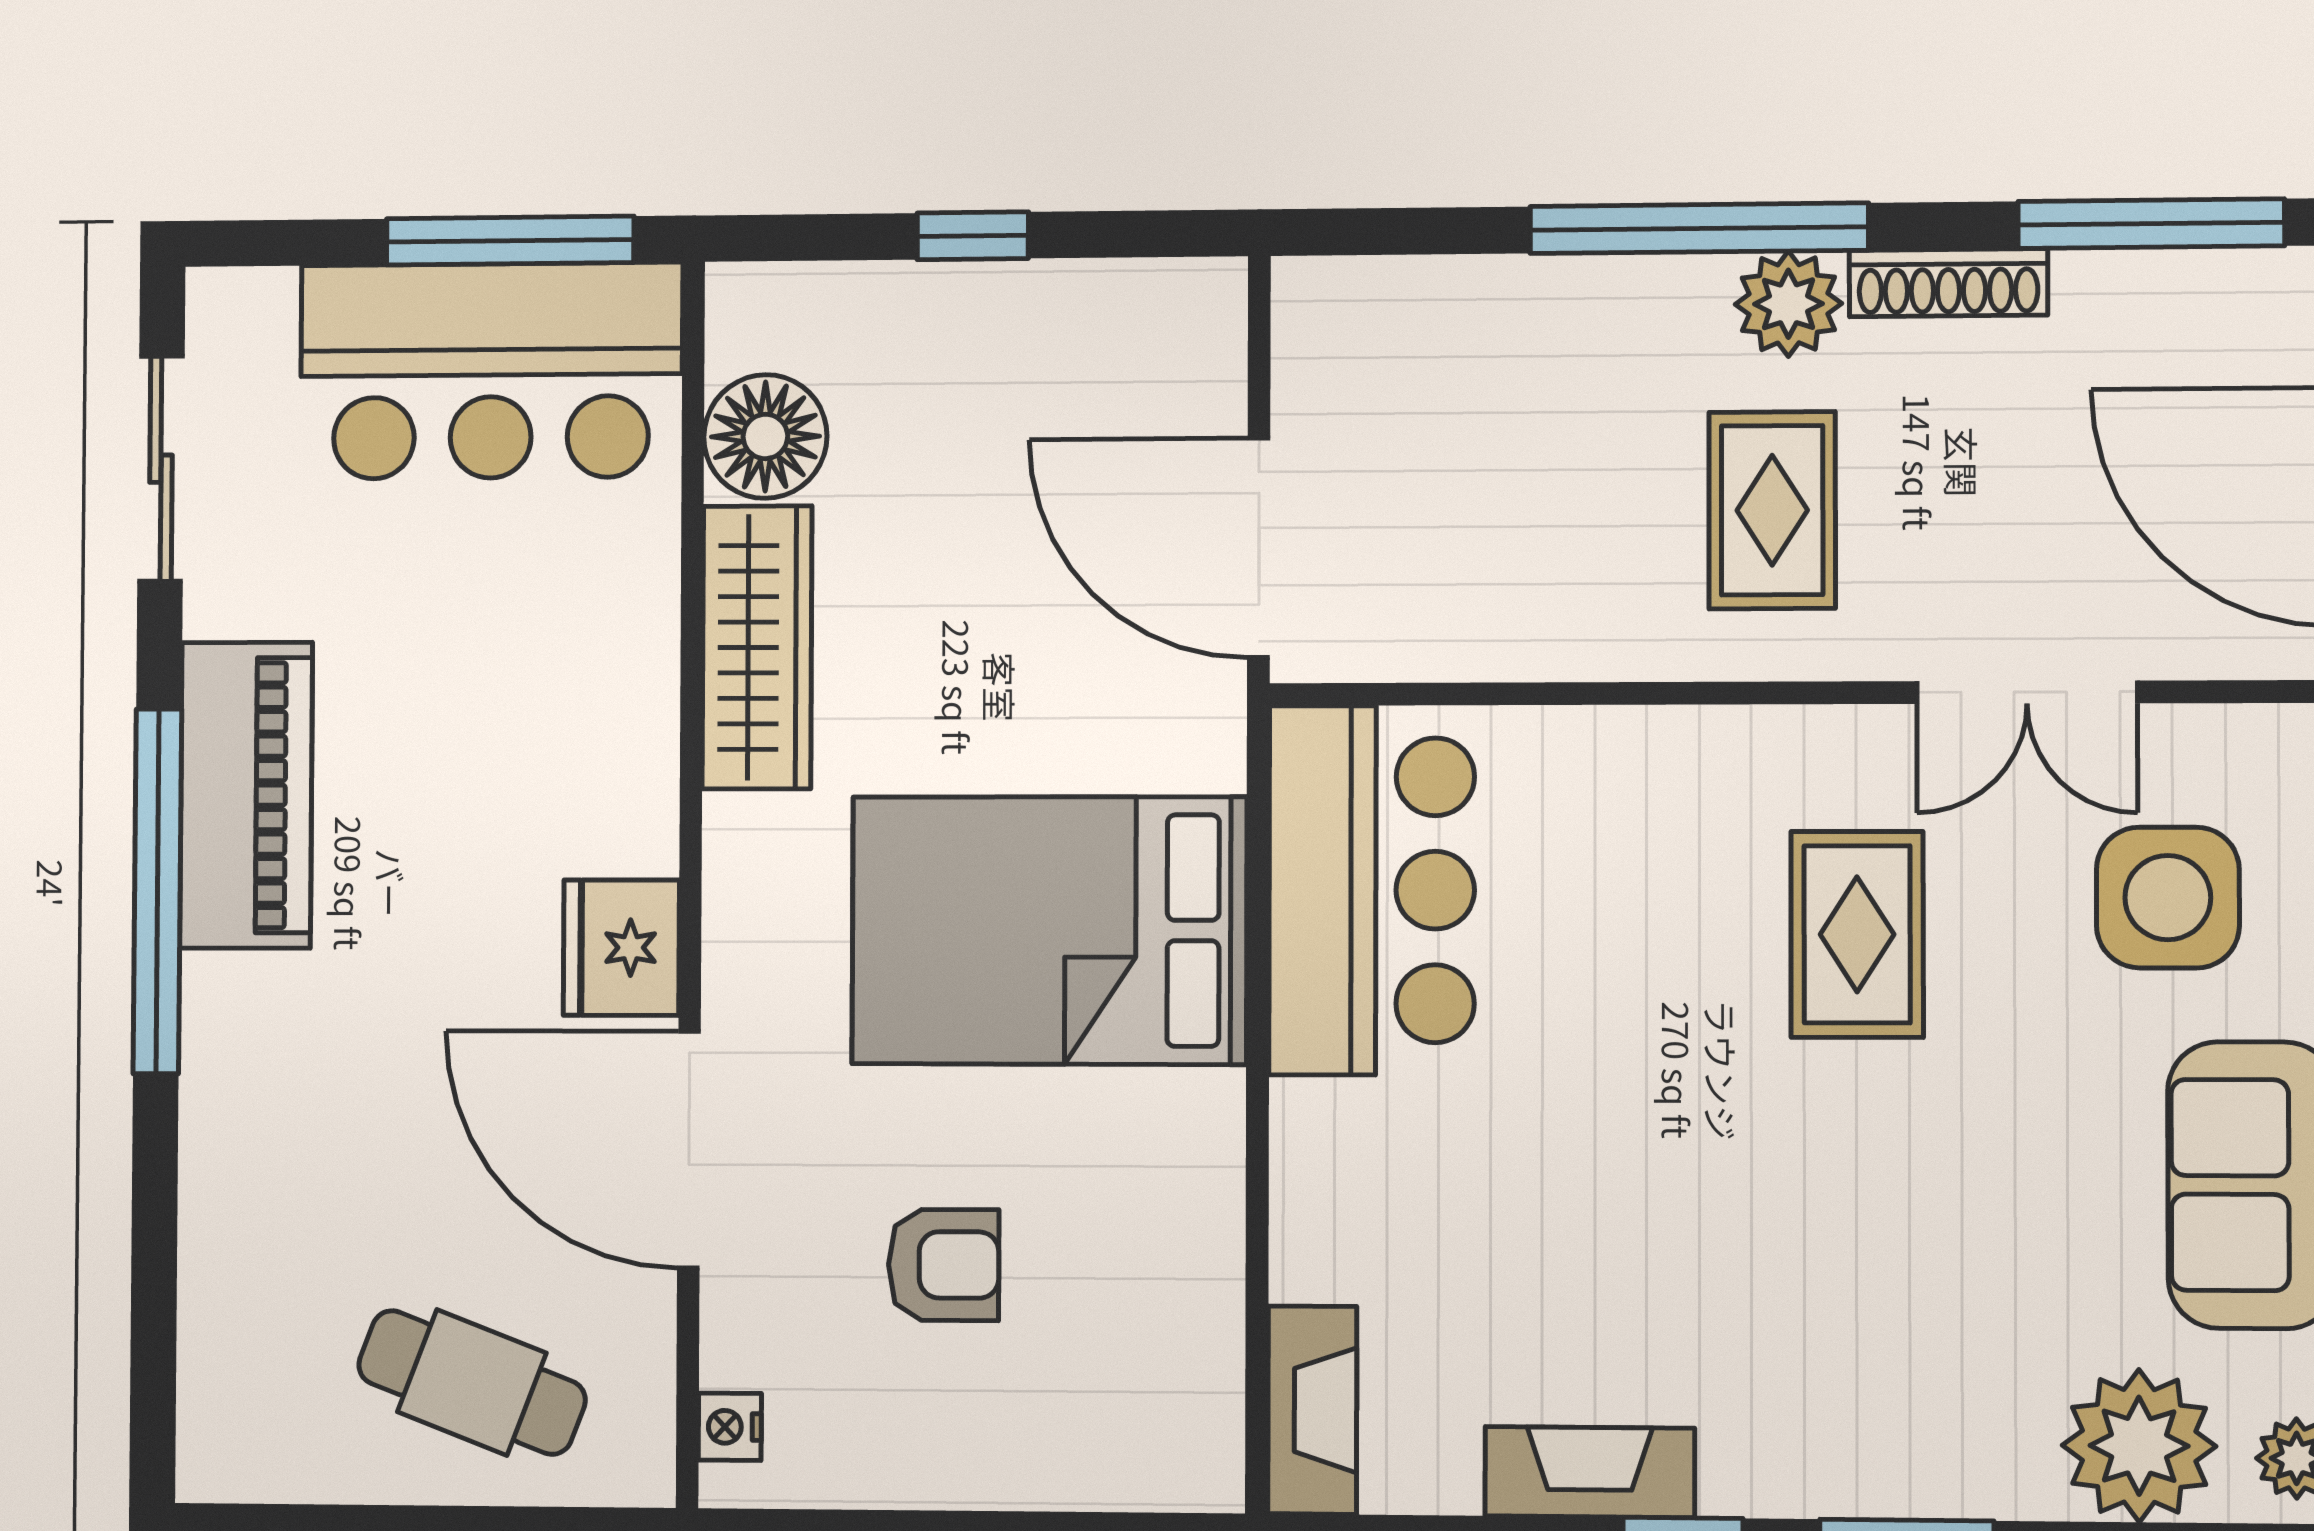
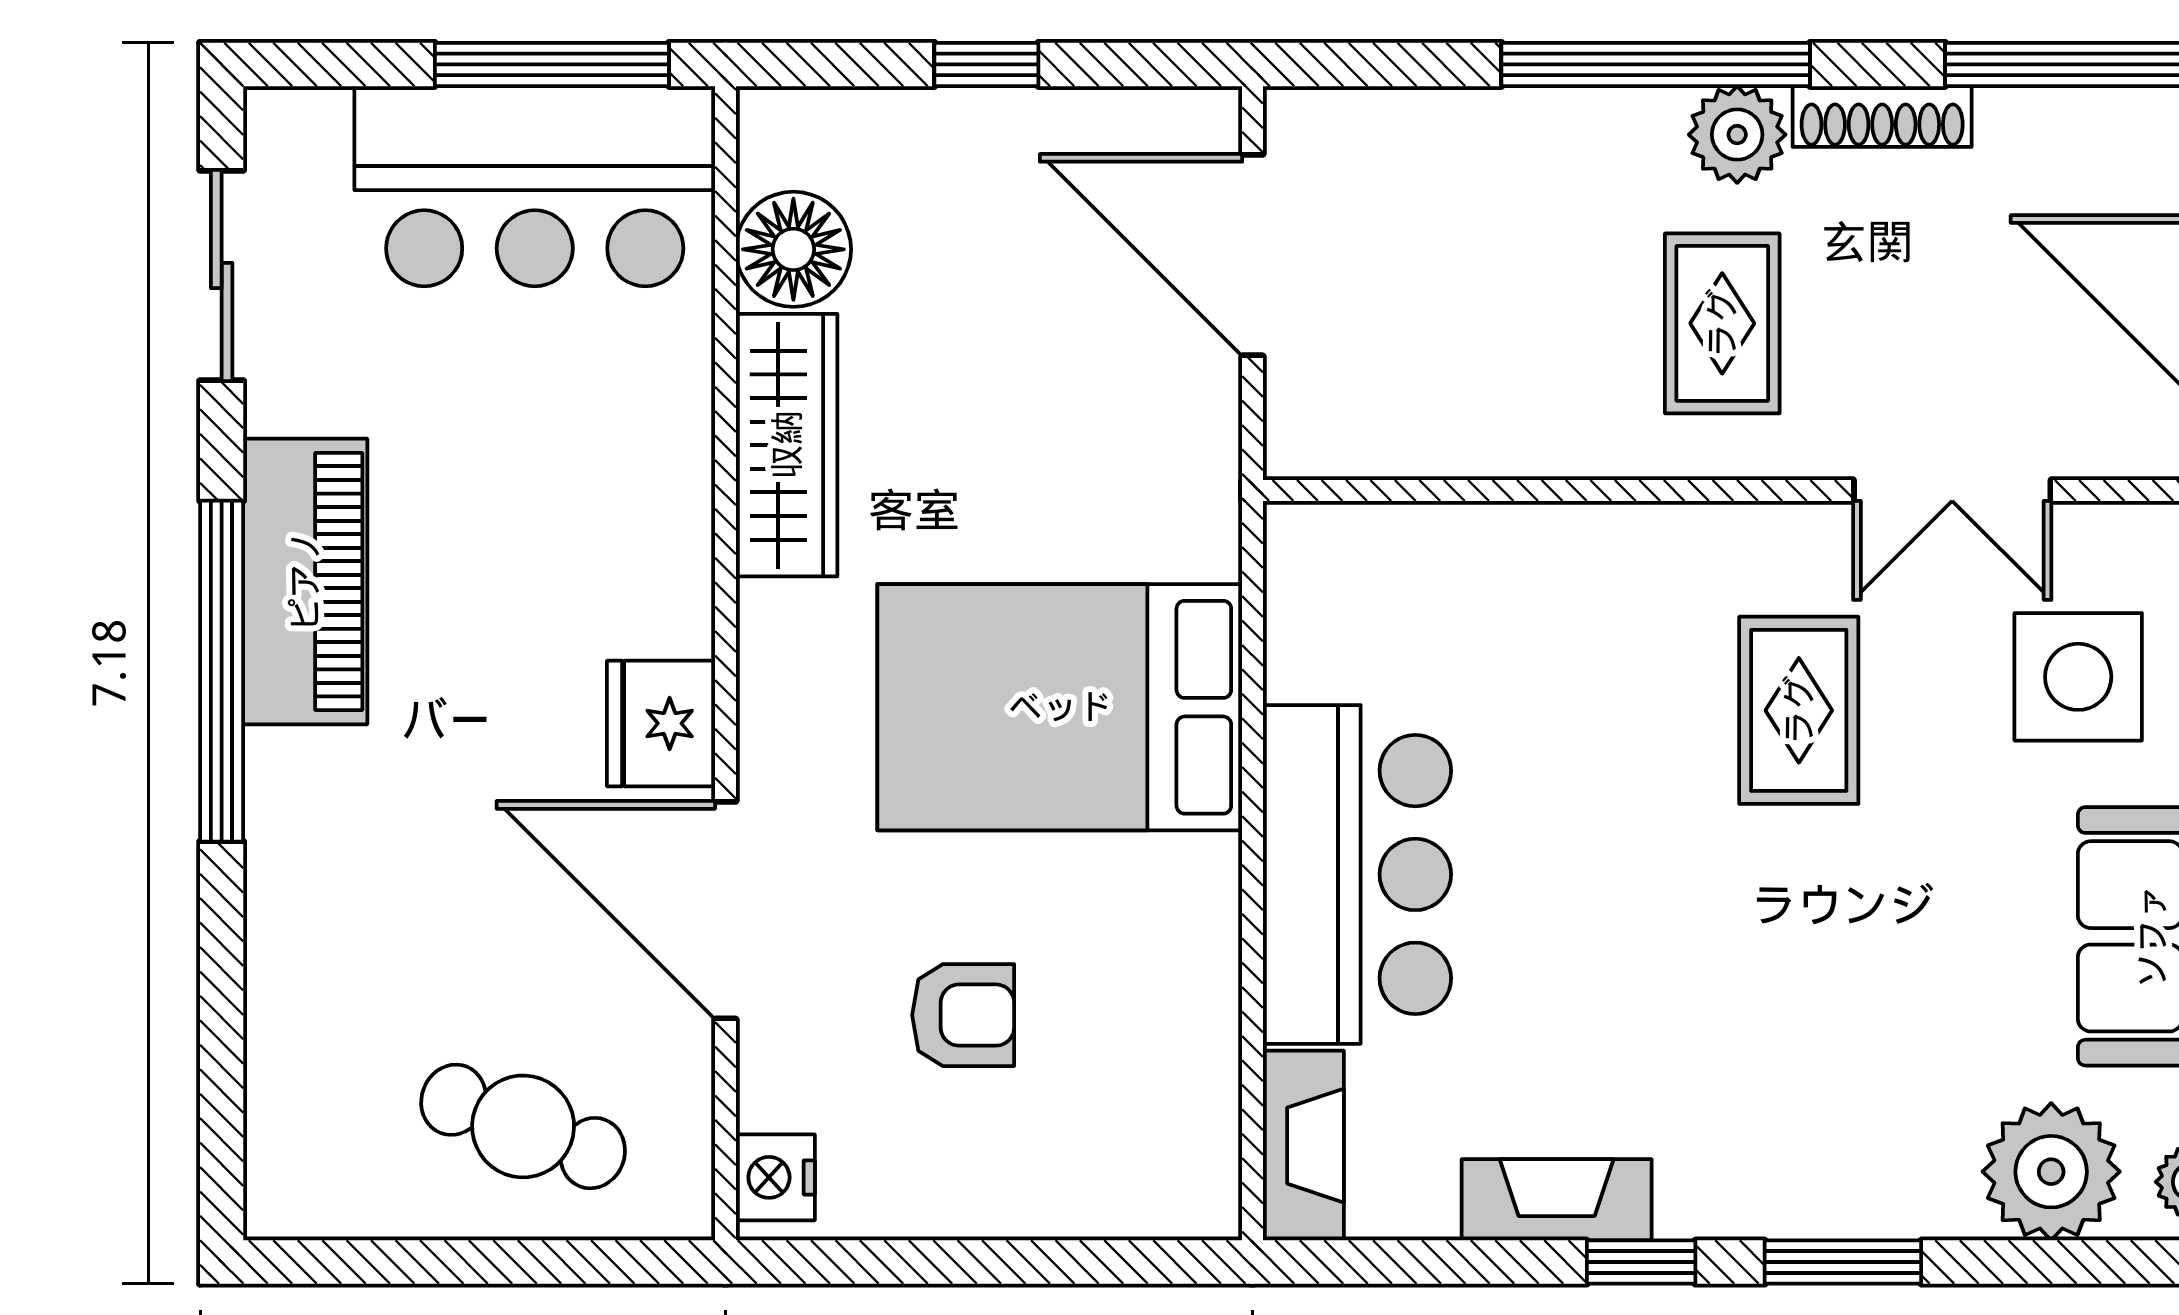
door: (1259, 548) -> (1252, 255), moved
bar counter: (1372, 890) -> (1357, 874), moved
nightstand: (730, 1427) -> (775, 1177), width x1.39, depth x1.35

